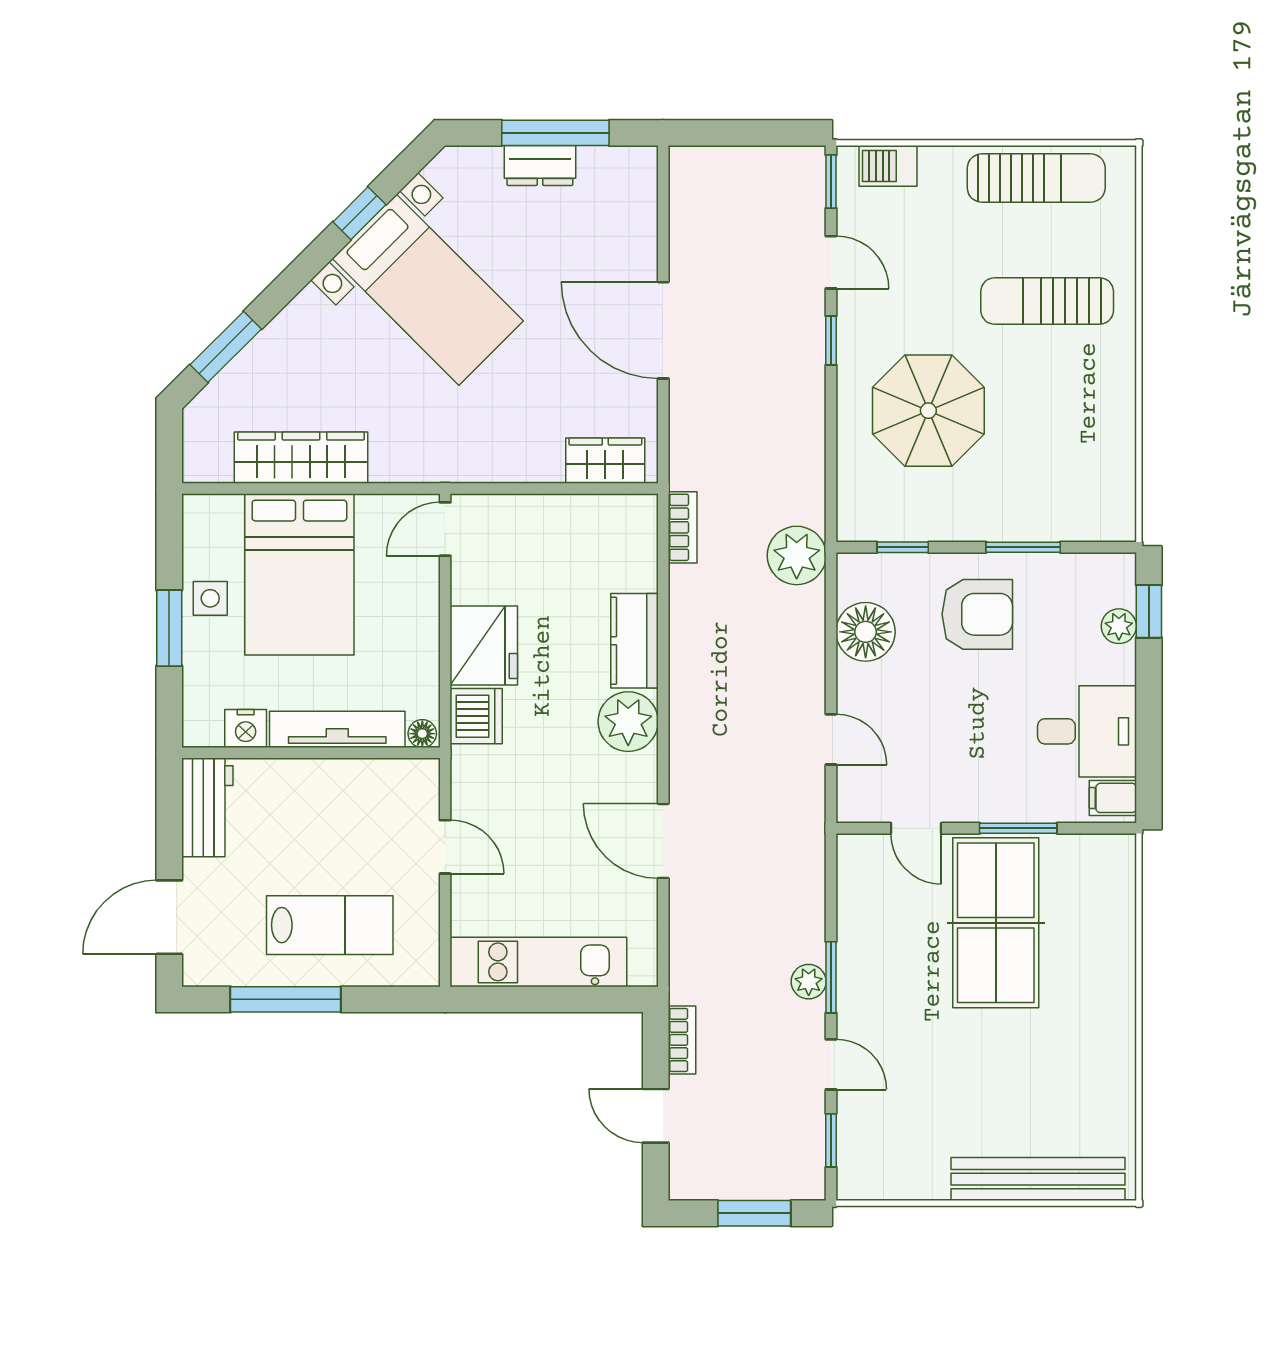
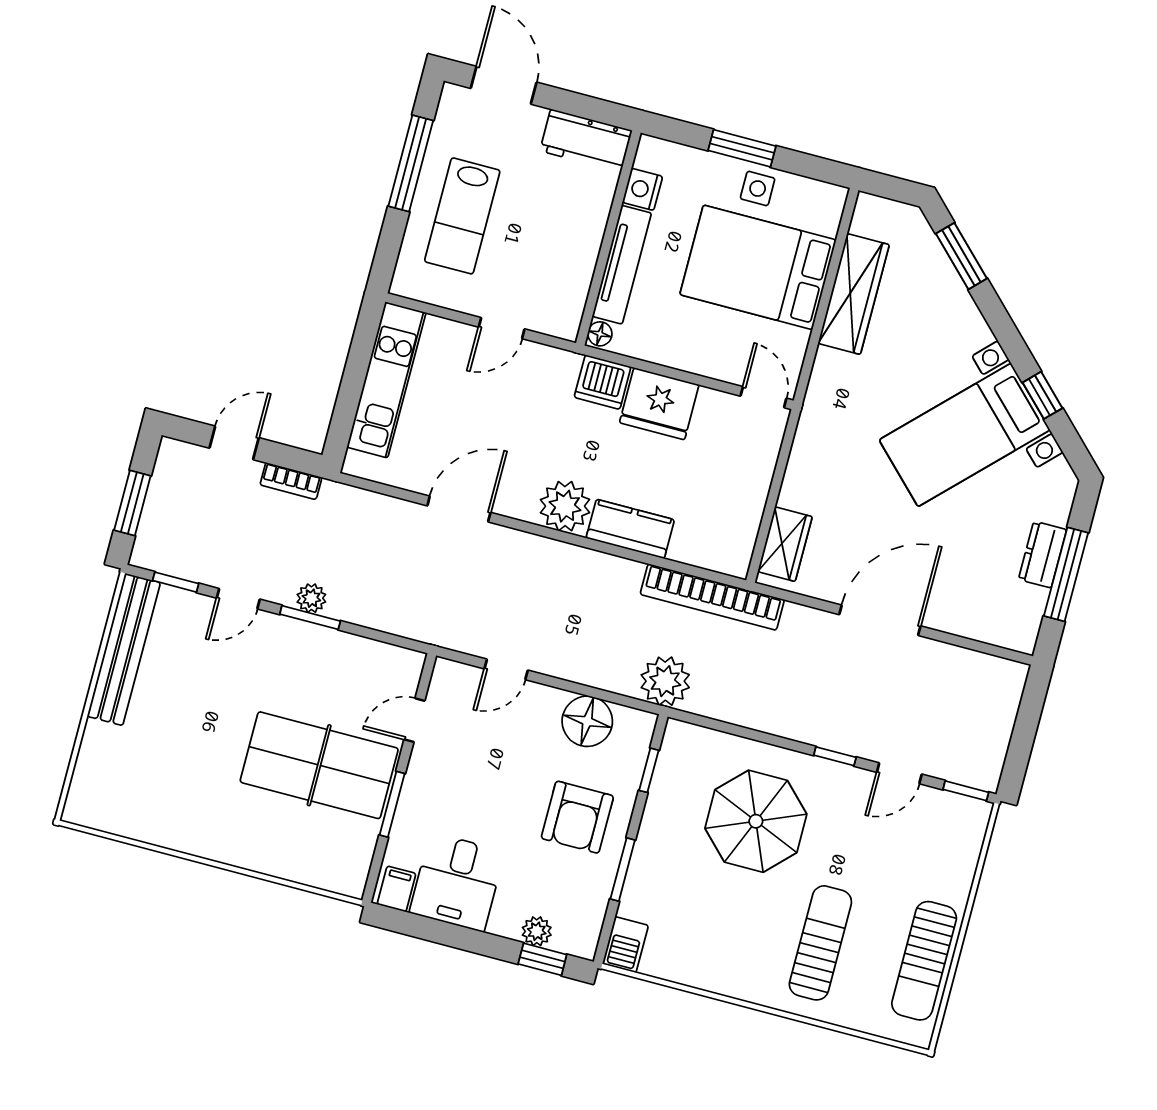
barbecue: (888, 166) -> (625, 945), moved, turned 180
bookcase: (683, 527) -> (712, 597), width x2.31, depth x1.31
bench: (1038, 1179) -> (124, 649), moved

